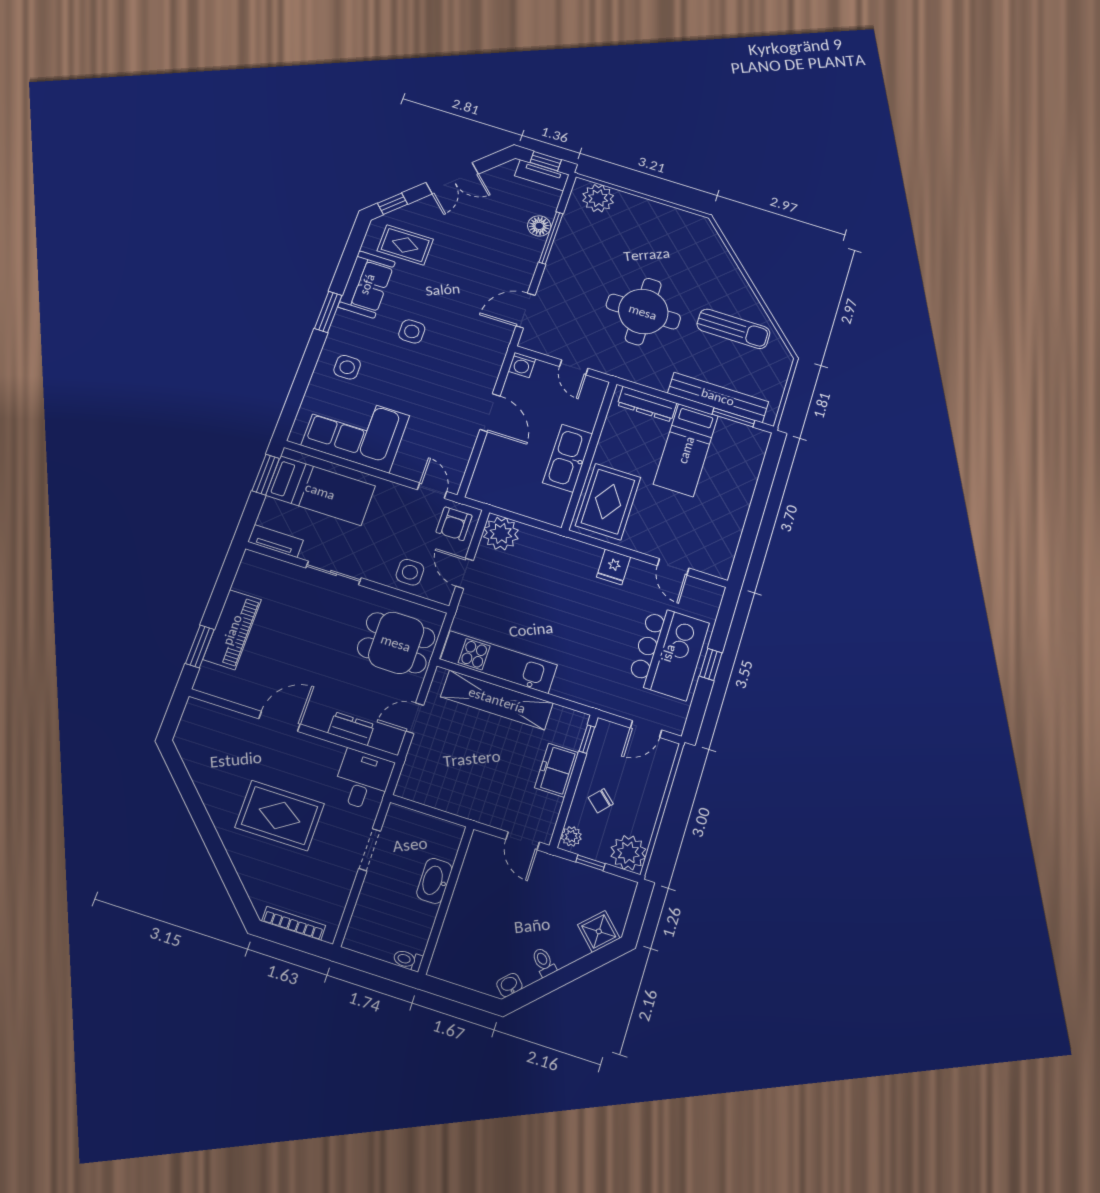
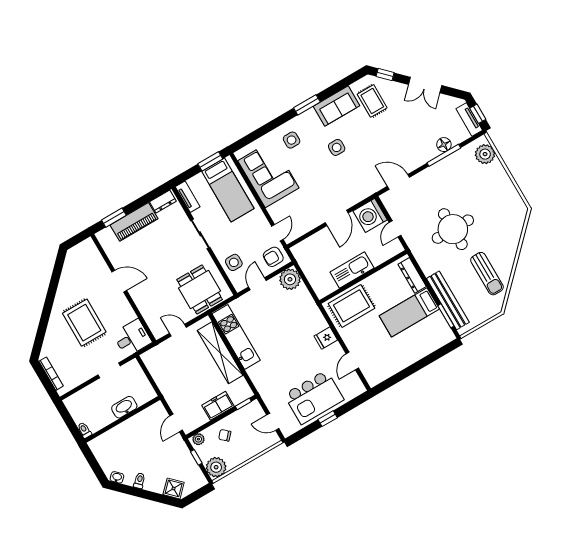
washing machine: (522, 365) -> (370, 215), width x1.89, depth x1.89
dresser: (351, 729) -> (163, 201), moved, turned 90

